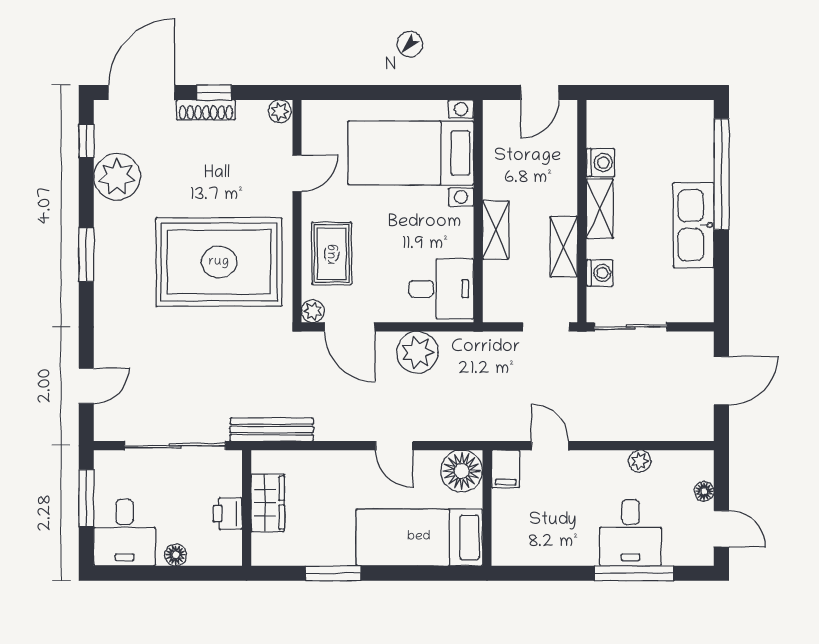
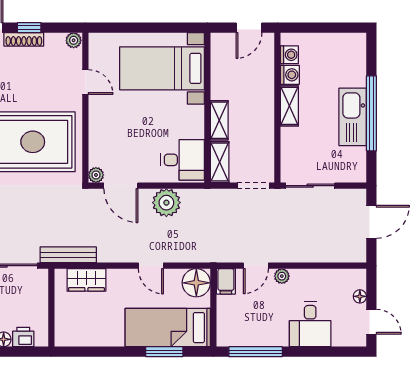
door: (297, 173) -> (85, 82), hinge flipped
window: (721, 174) -> (371, 113), moved
shelving: (564, 247) -> (220, 162), moved
rug: (332, 254) -> (109, 136), removed
washing machine: (600, 273) -> (289, 55), moved
door: (550, 446) -> (256, 266), swing flipped
plant: (640, 461) -> (282, 276), moved
wardrobe: (268, 503) -> (86, 280), moved, turned 90
printer: (228, 514) -> (23, 337), moved, turned 90
window: (333, 573) -> (164, 352), moved
window: (634, 573) -> (256, 352), moved

